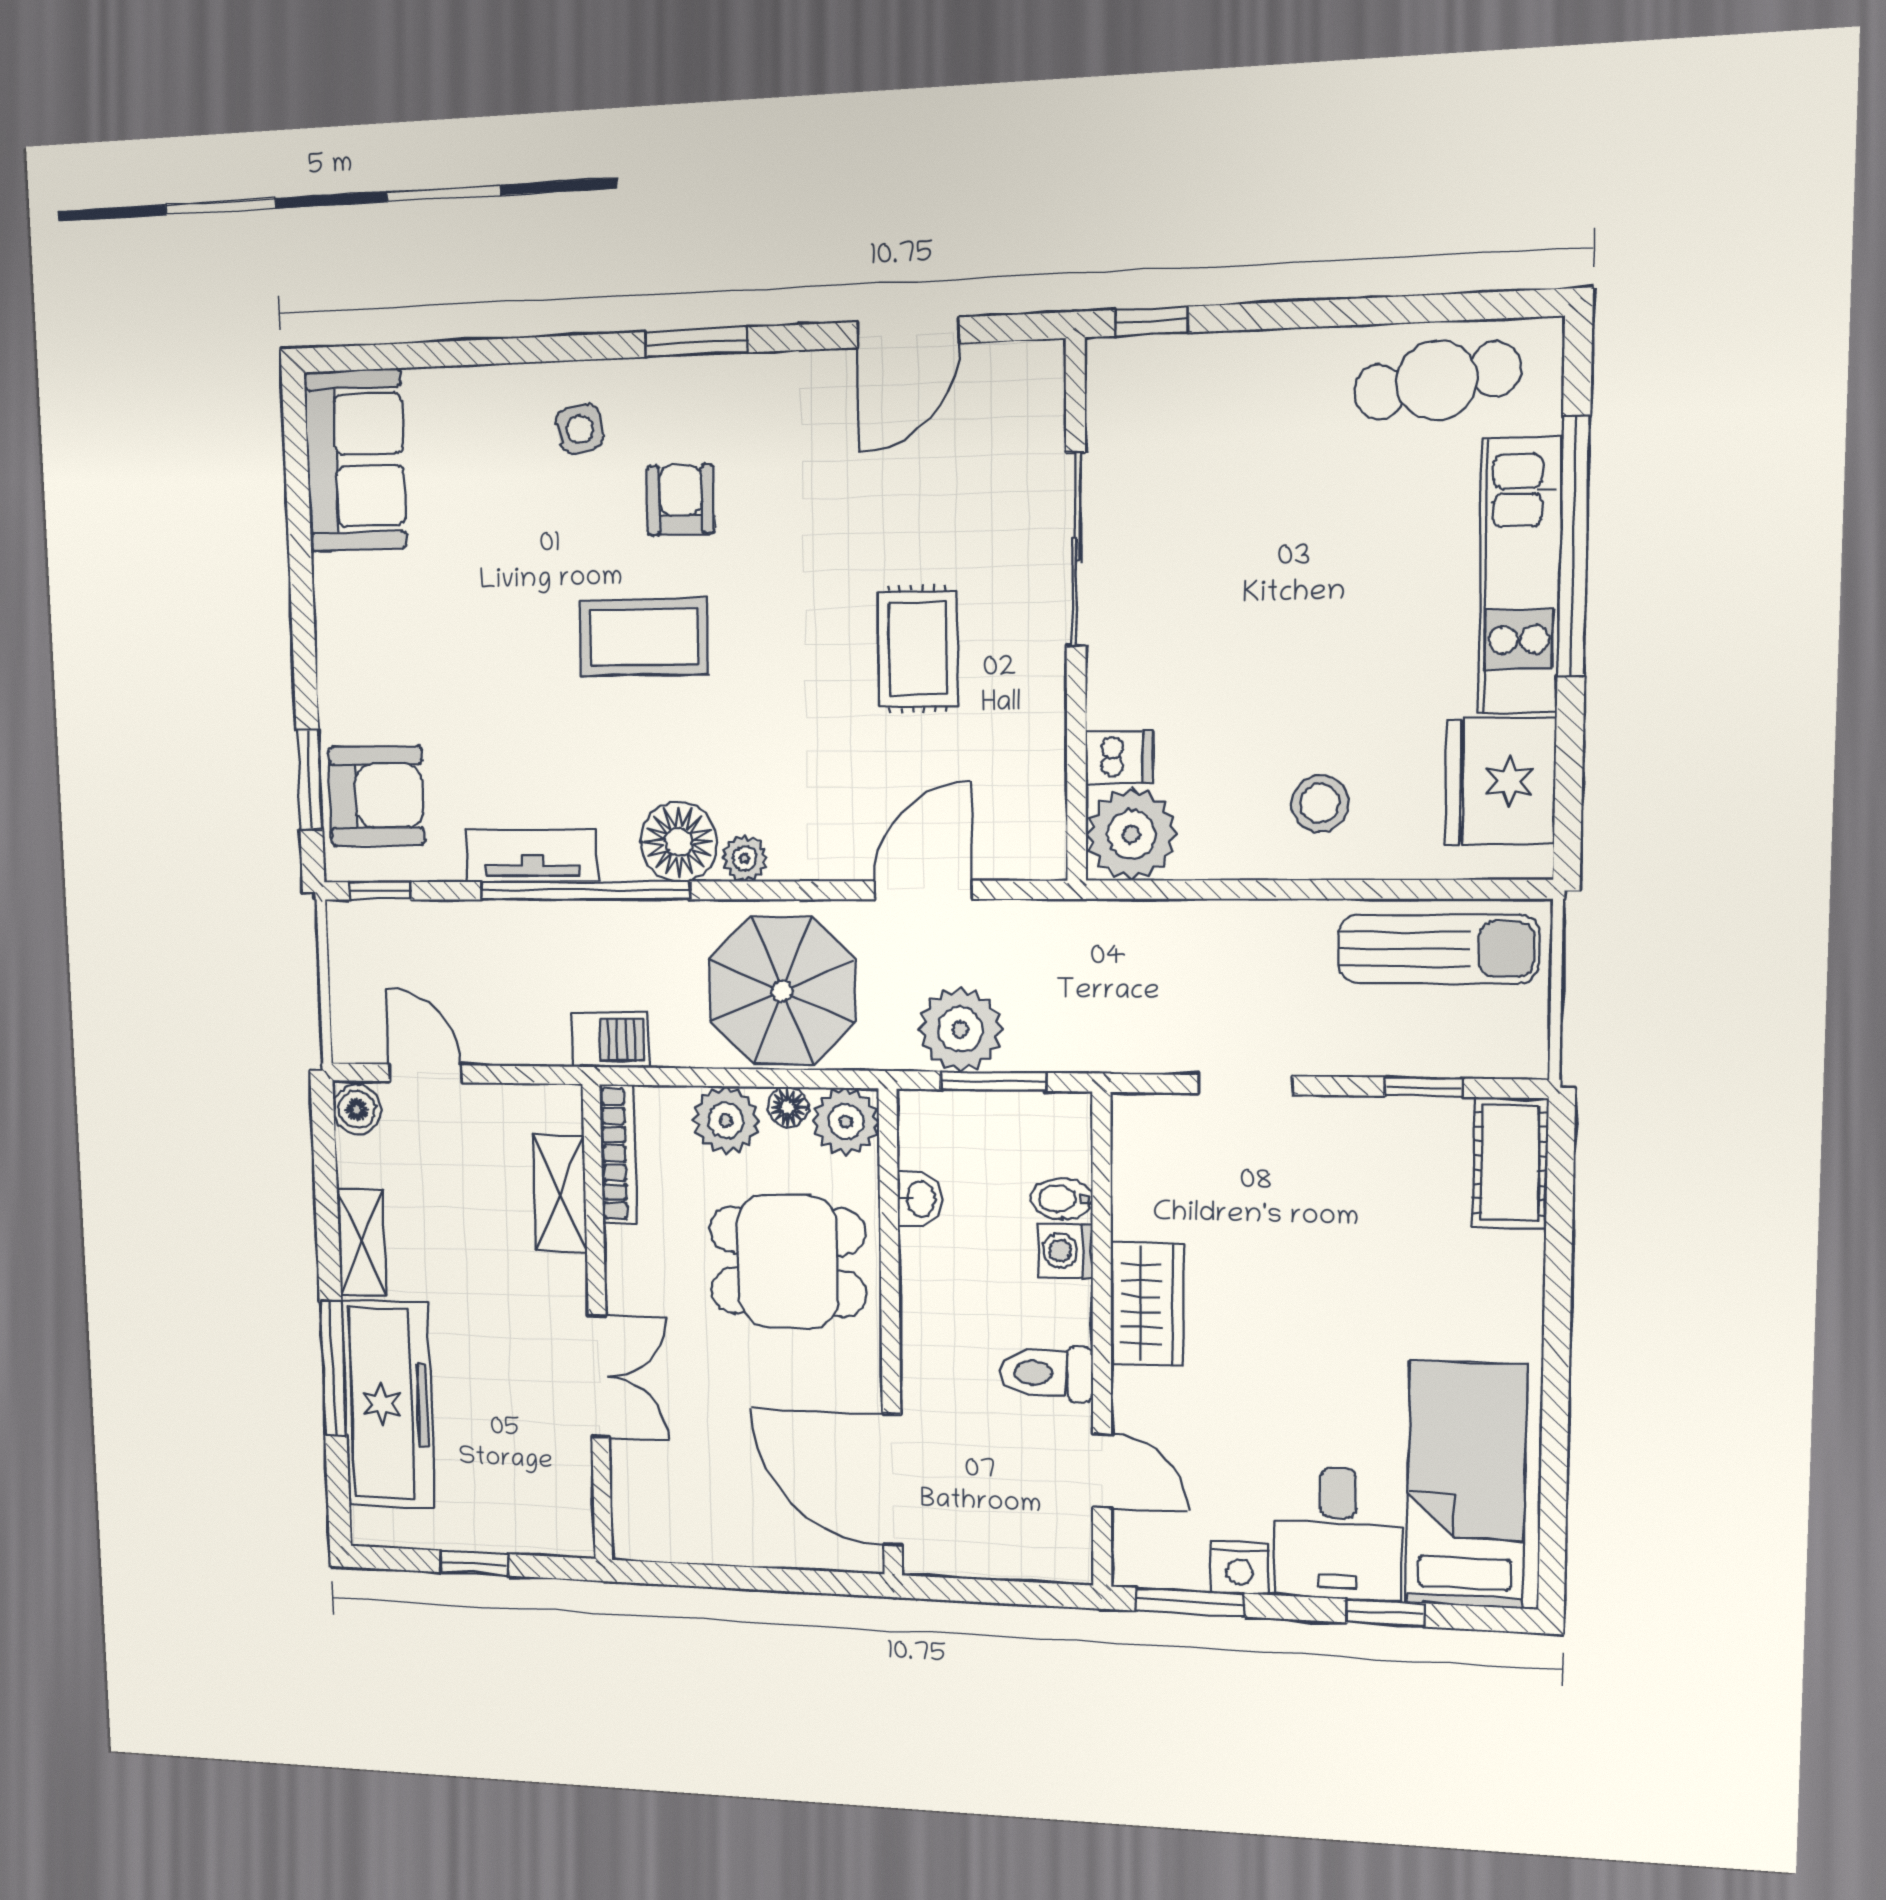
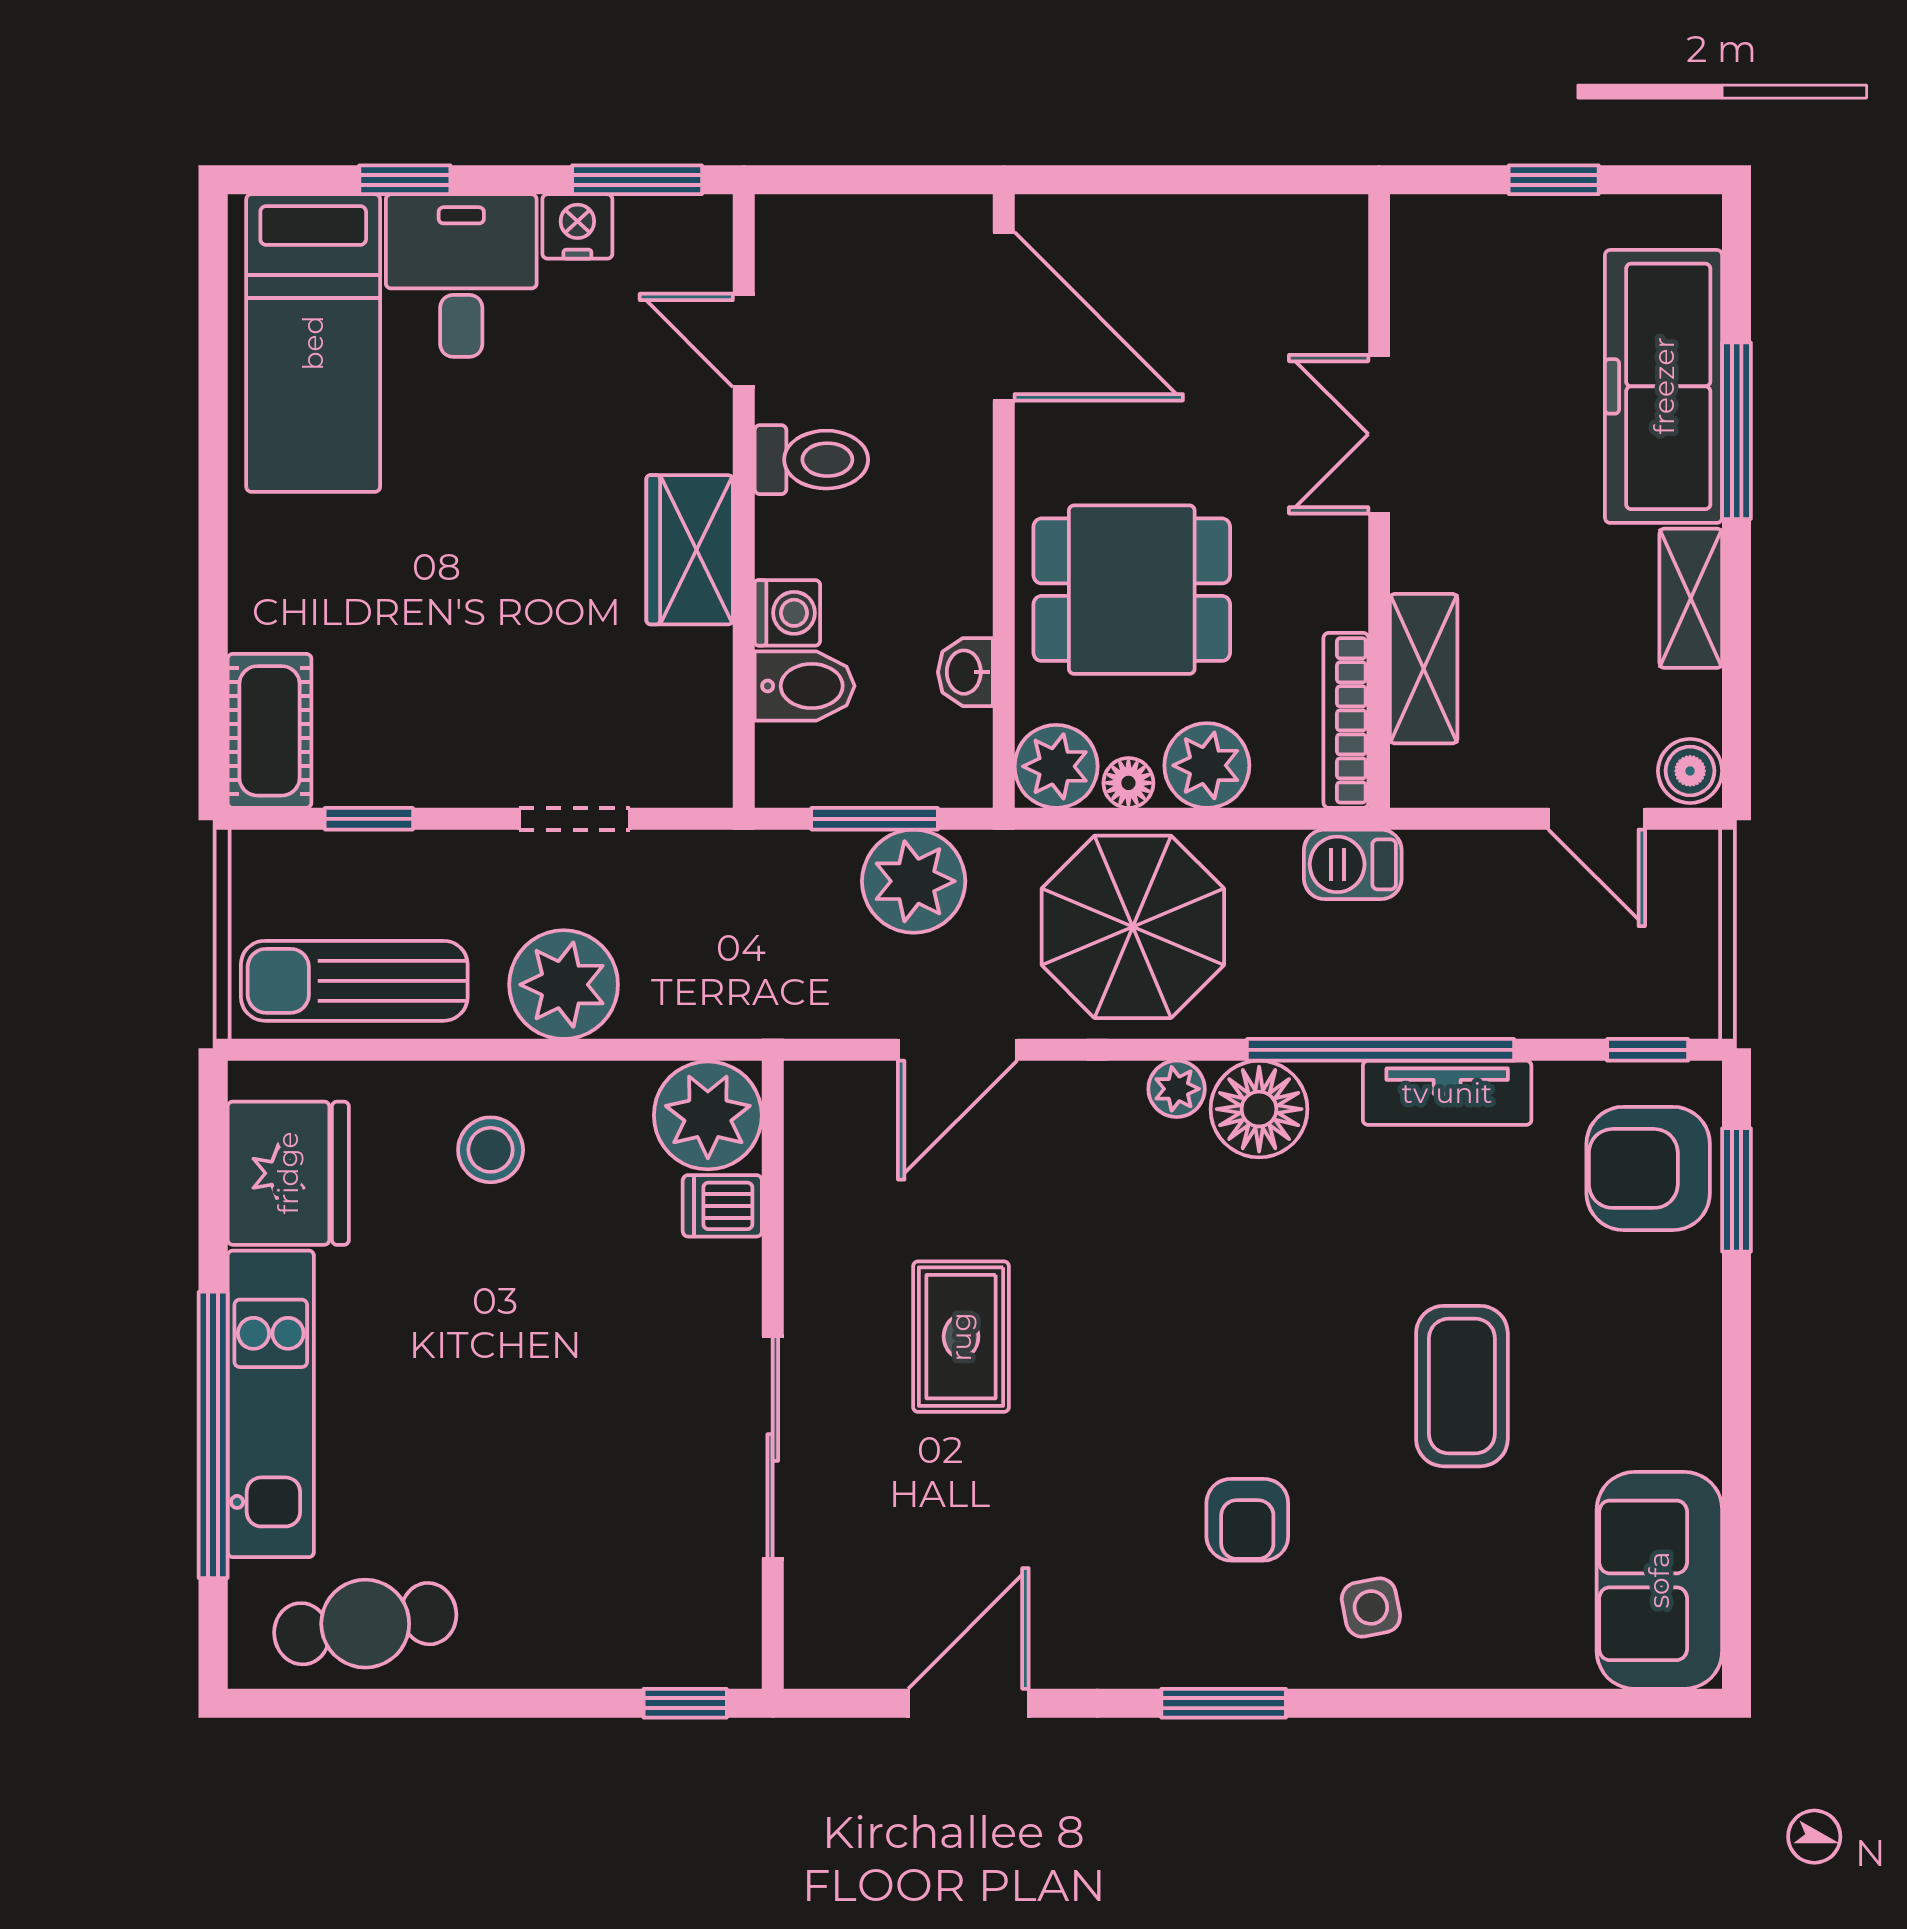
coffee table: (644, 637) -> (1462, 1386), moved, turned 90
plant: (1255, 945) -> (564, 985), added
bidet: (1062, 1199) -> (805, 686), width x1.38, depth x1.36

